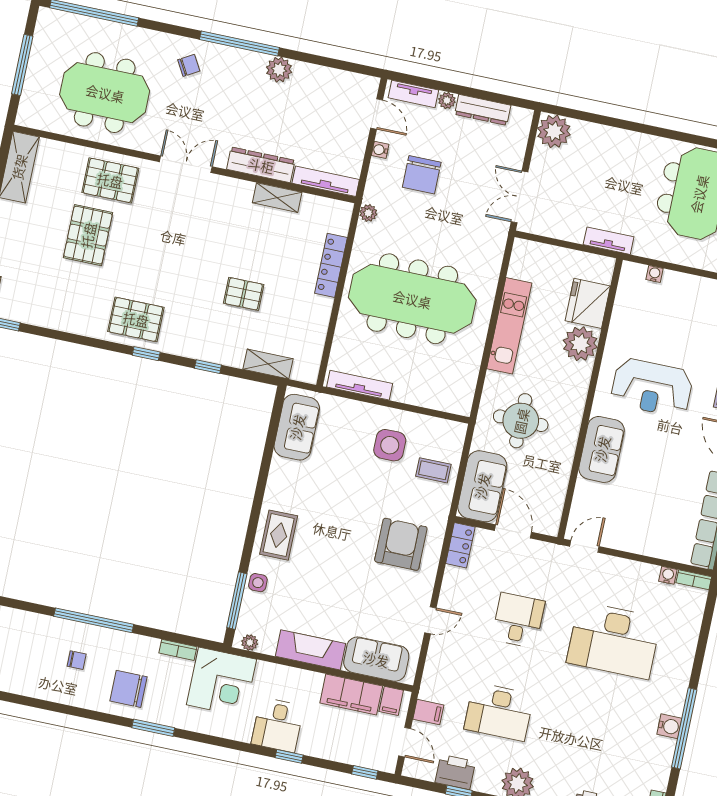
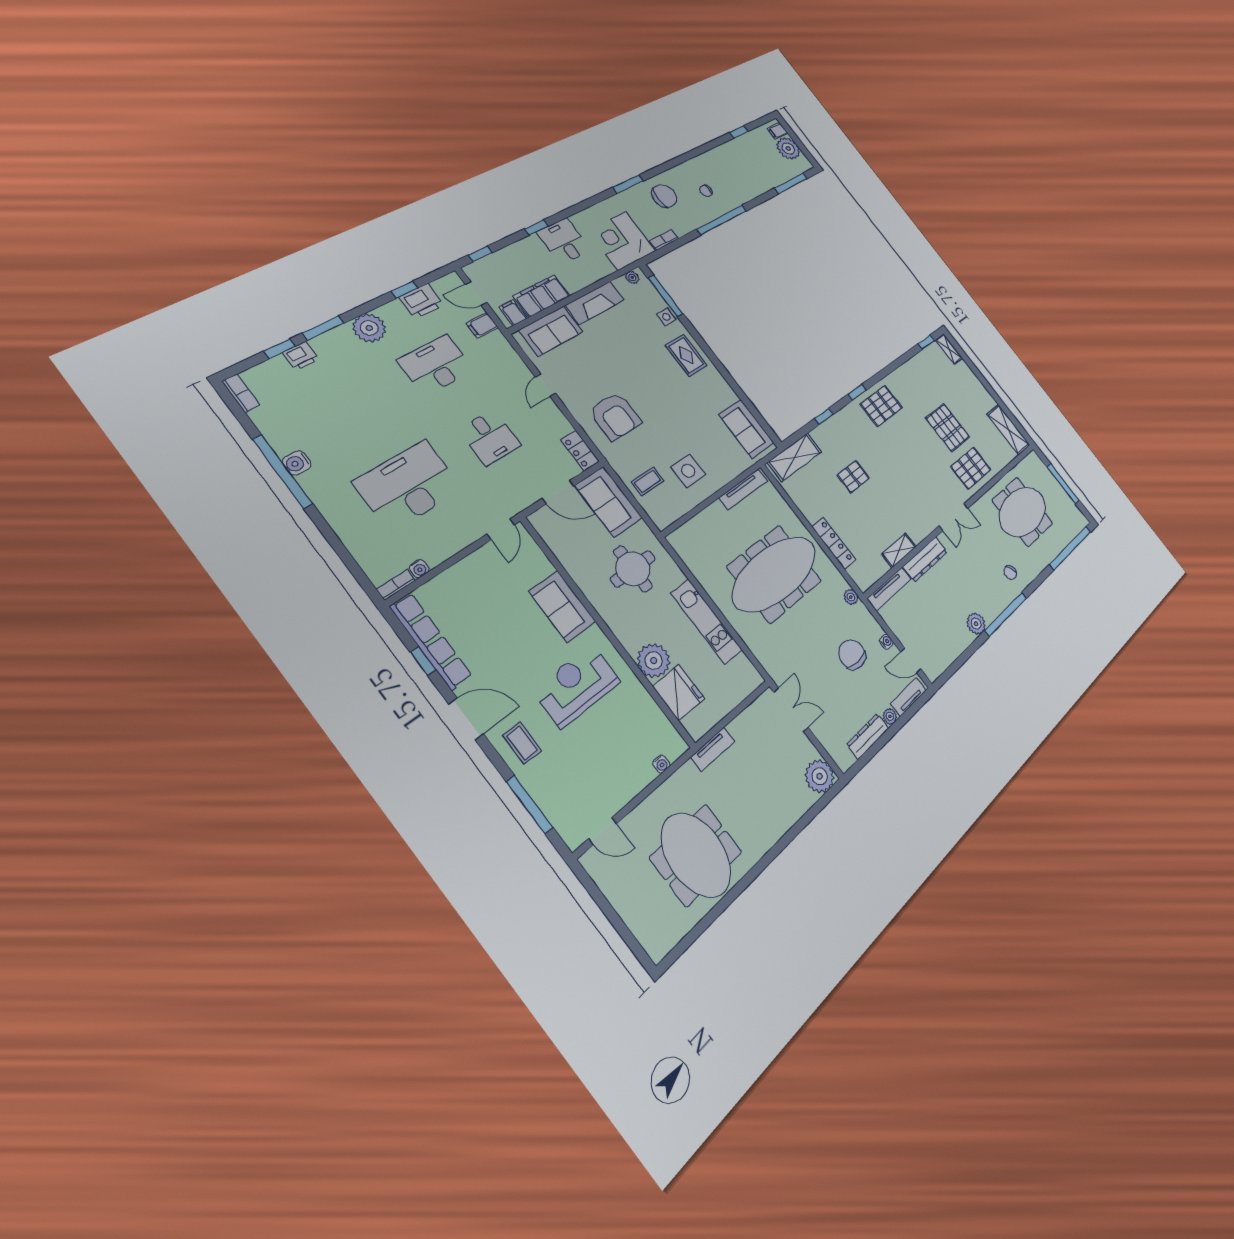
shelving: (268, 364) -> (795, 457), width x1.50, depth x1.33

